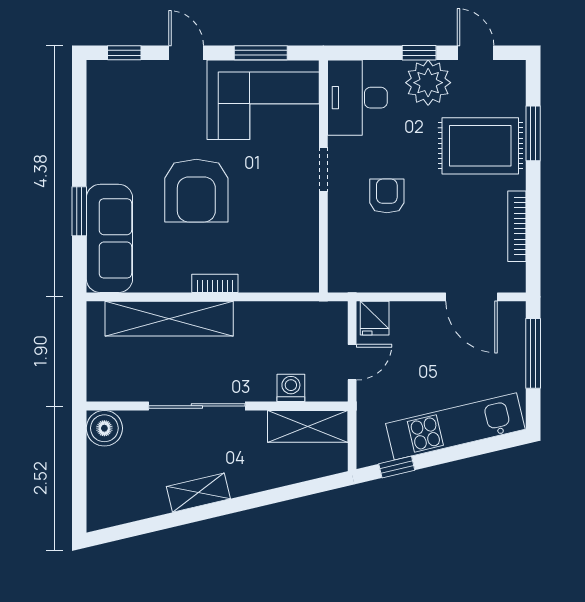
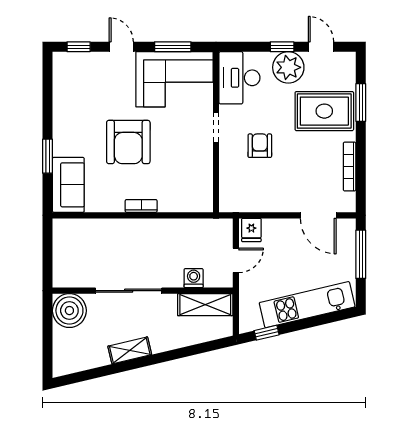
sofa: (109, 238) -> (68, 185), width x0.73
shelving: (169, 319) -> (110, 230), removed
boiler: (104, 428) -> (69, 311), width x1.37, depth x1.37

